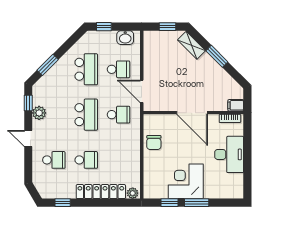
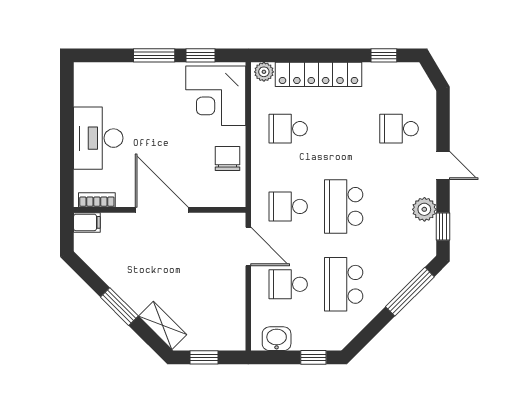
window: (48, 65) -> (410, 292), width x1.44
school desk: (86, 160) -> (288, 129), moved
corner desk: (186, 181) -> (216, 96), moved, turned 90

